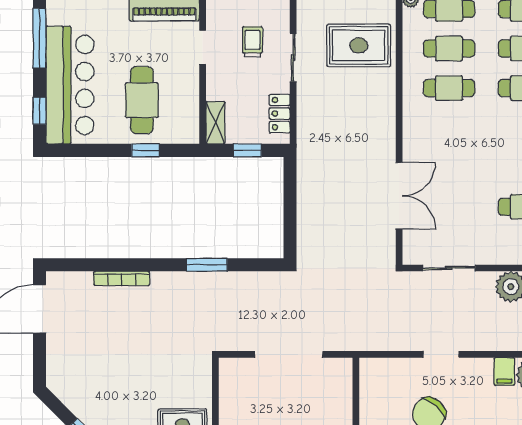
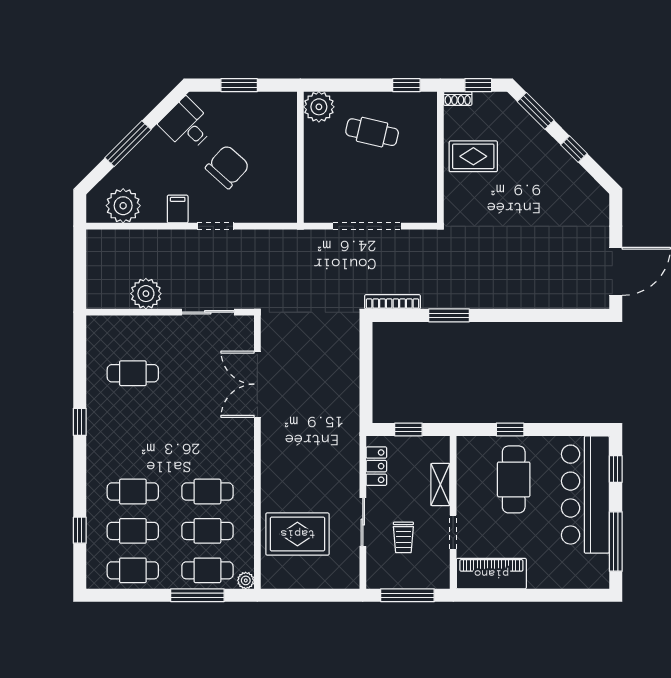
shelving: (215, 123) -> (440, 484), moved
bookcase: (122, 278) -> (393, 302), moved
filing cabinet: (504, 371) -> (178, 209), moved

